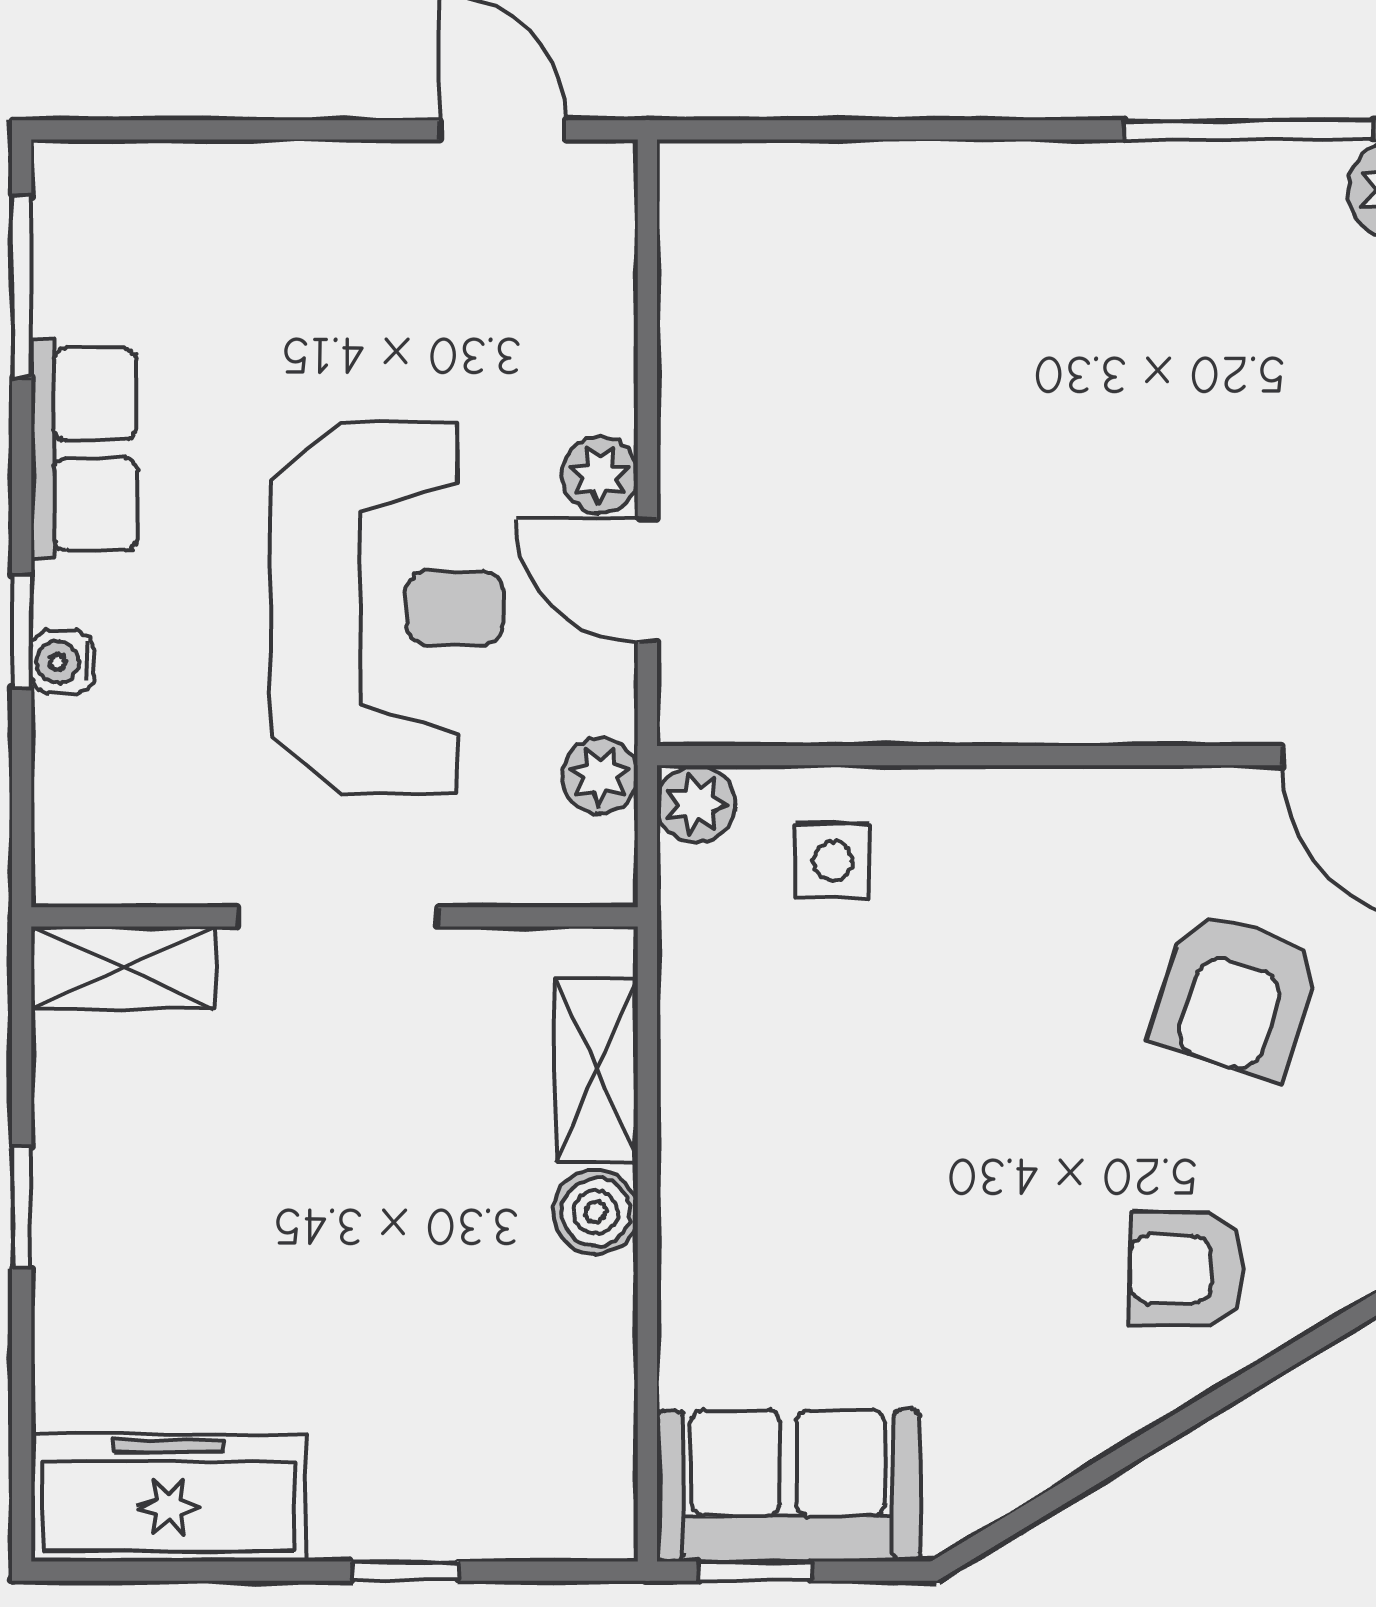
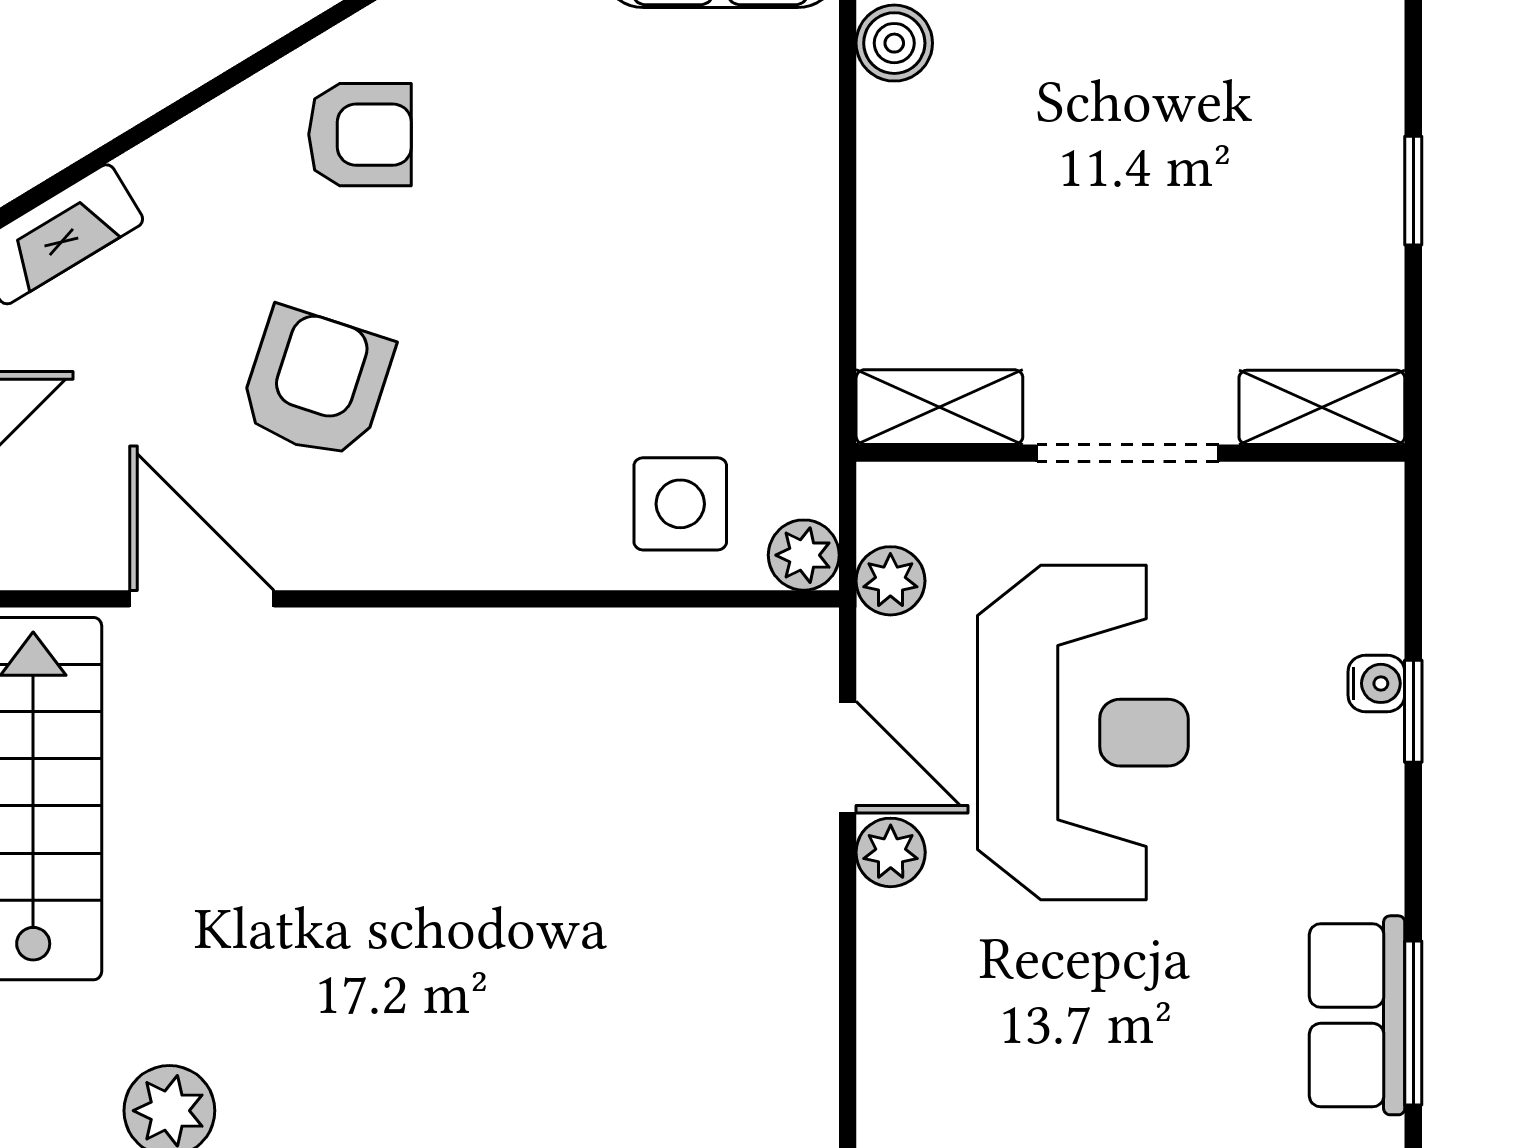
row of seats: (84, 449) -> (1357, 1015), moved
reception desk: (387, 608) -> (1083, 733), turned 180
side table: (833, 861) -> (680, 504), width x1.37, depth x1.37
shelving: (597, 1070) -> (939, 407), moved, turned 90
boiler: (596, 1212) -> (894, 43), moved

